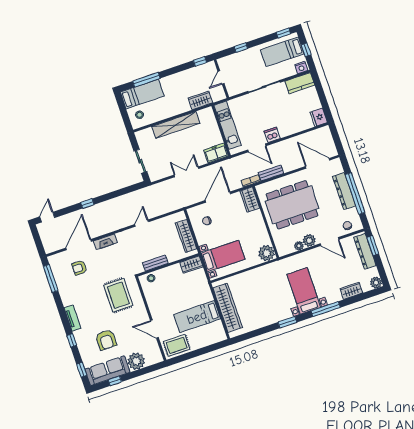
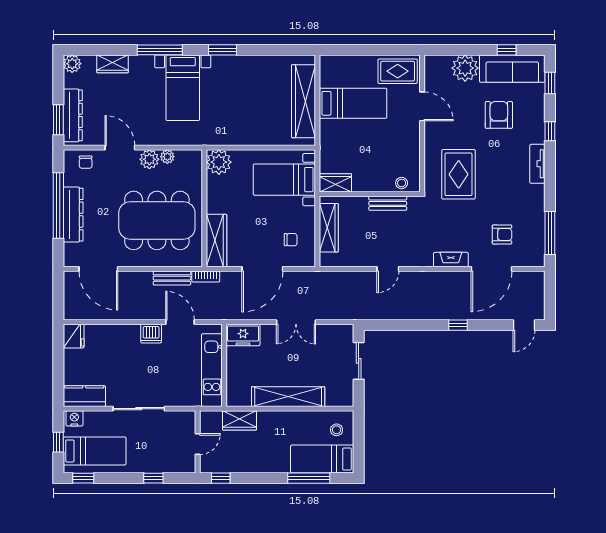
wardrobe: (250, 200) -> (216, 241), width x1.50

